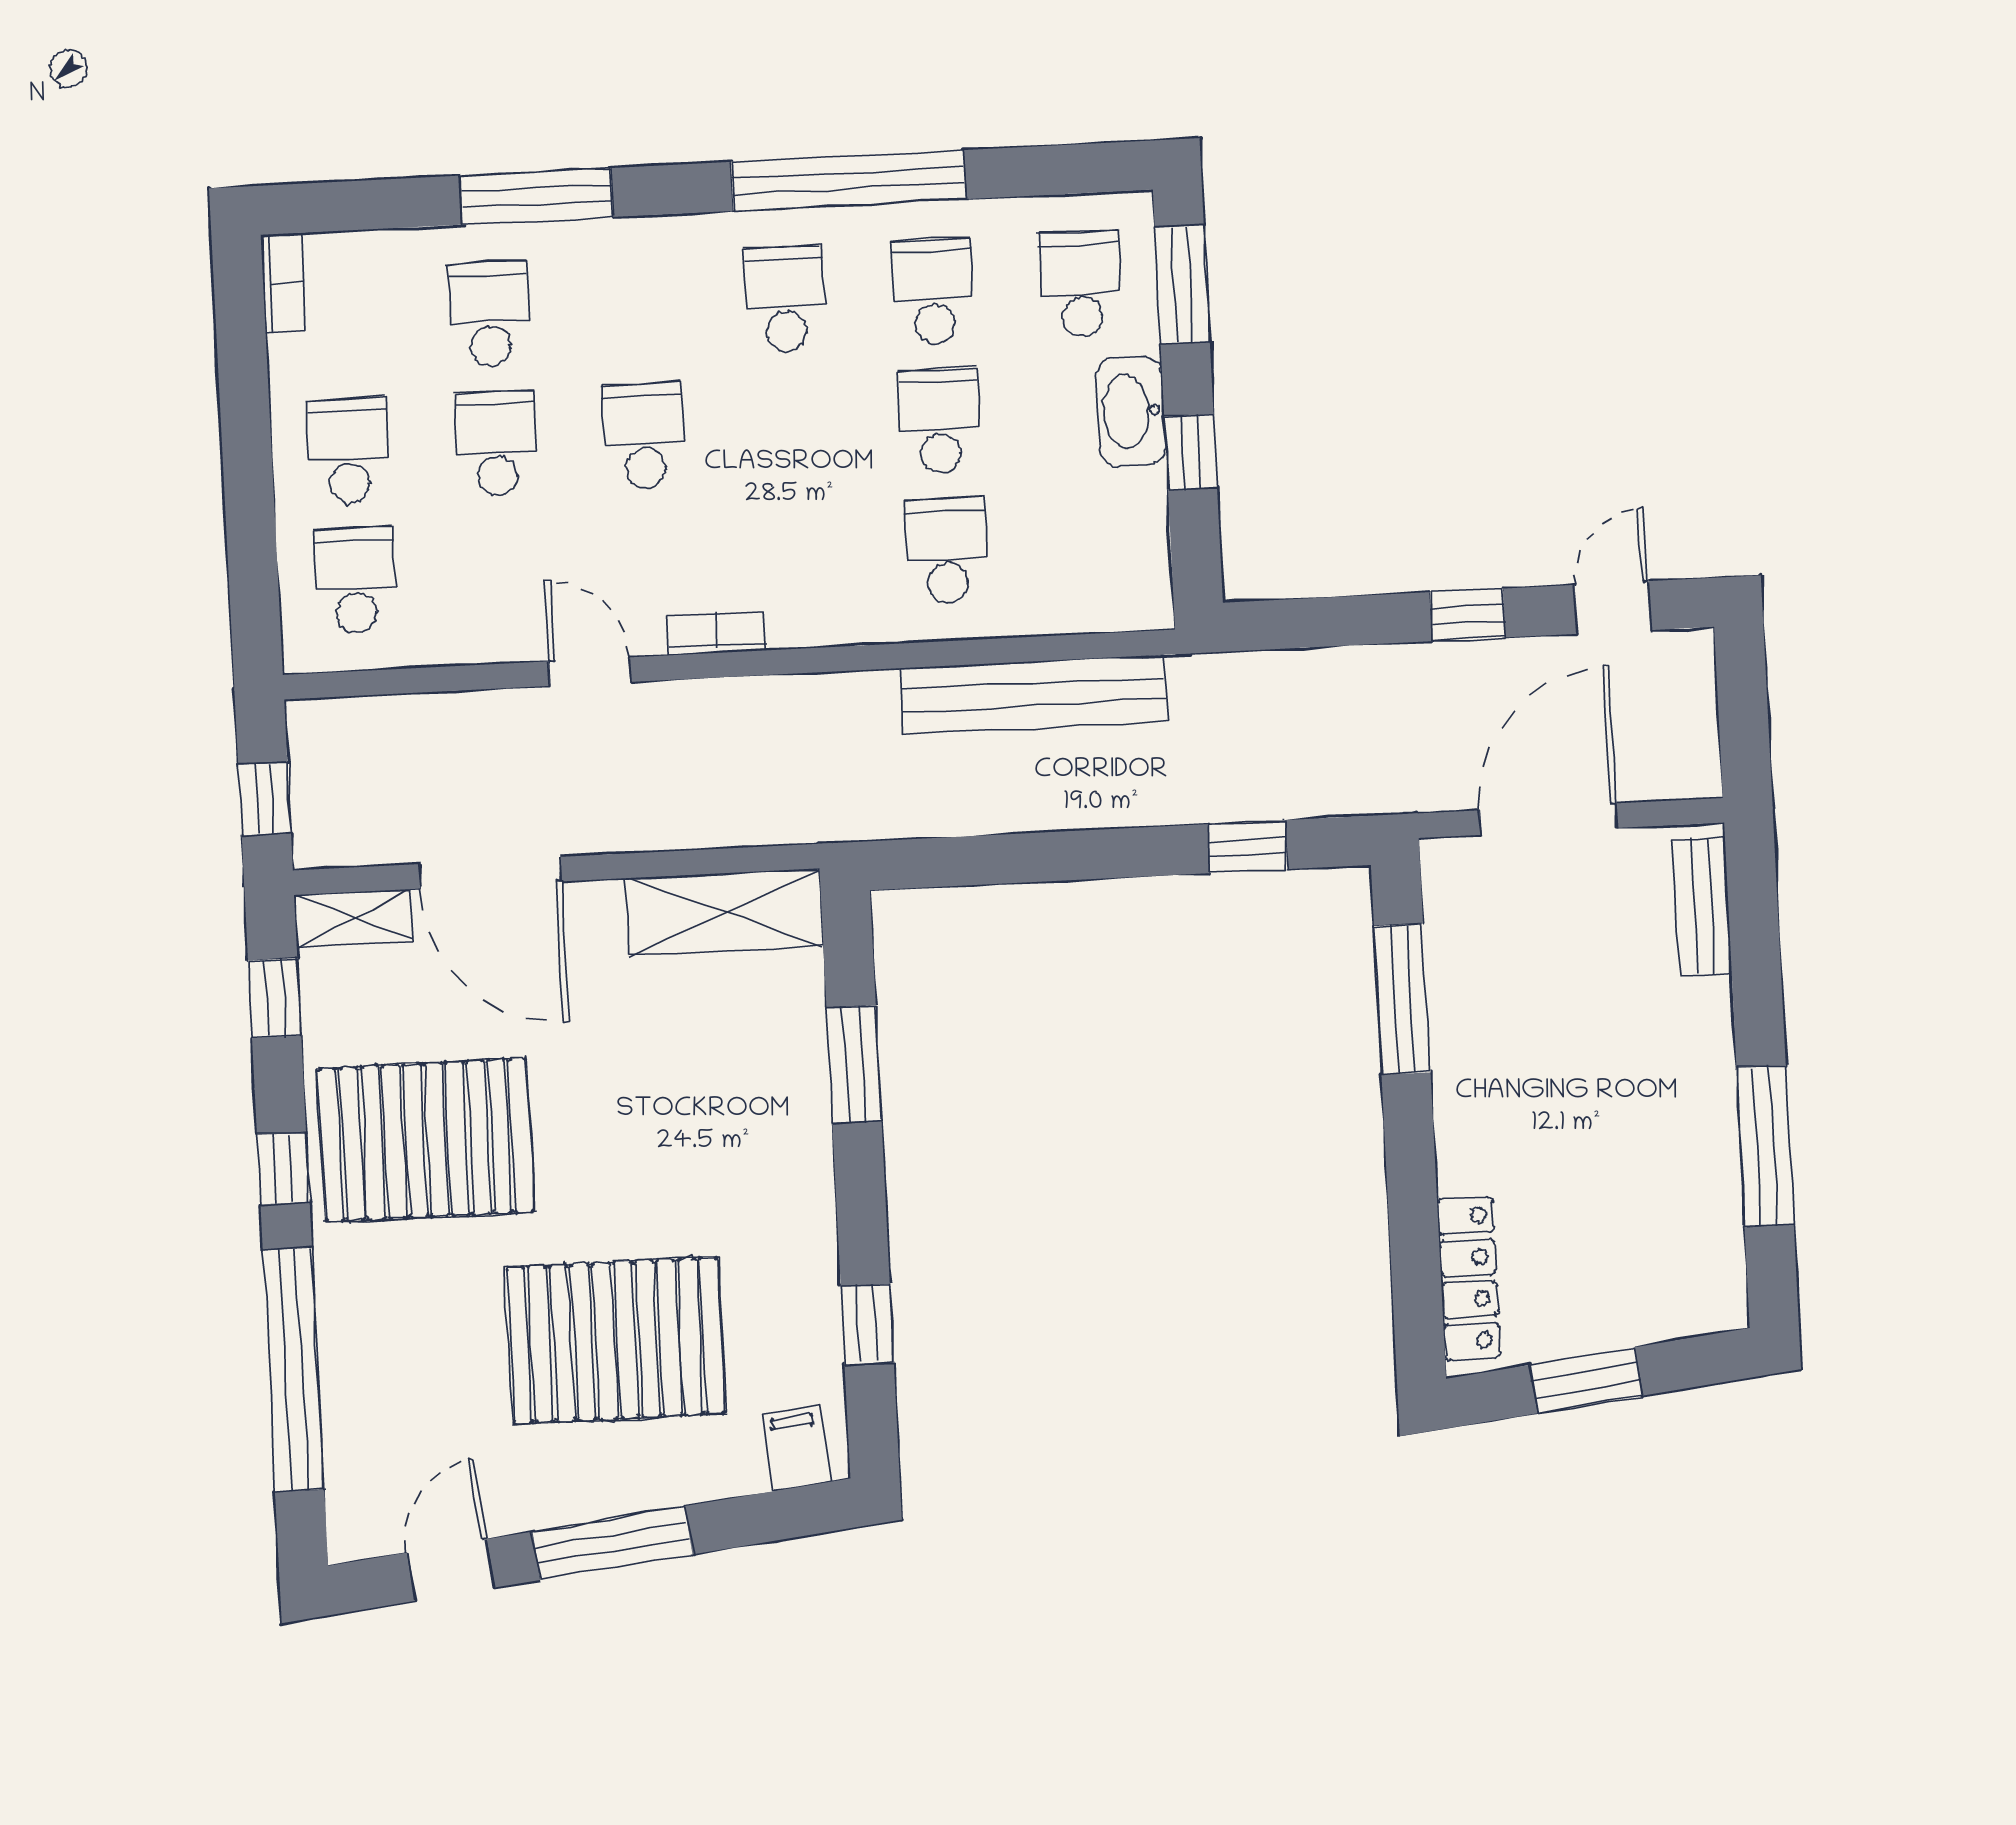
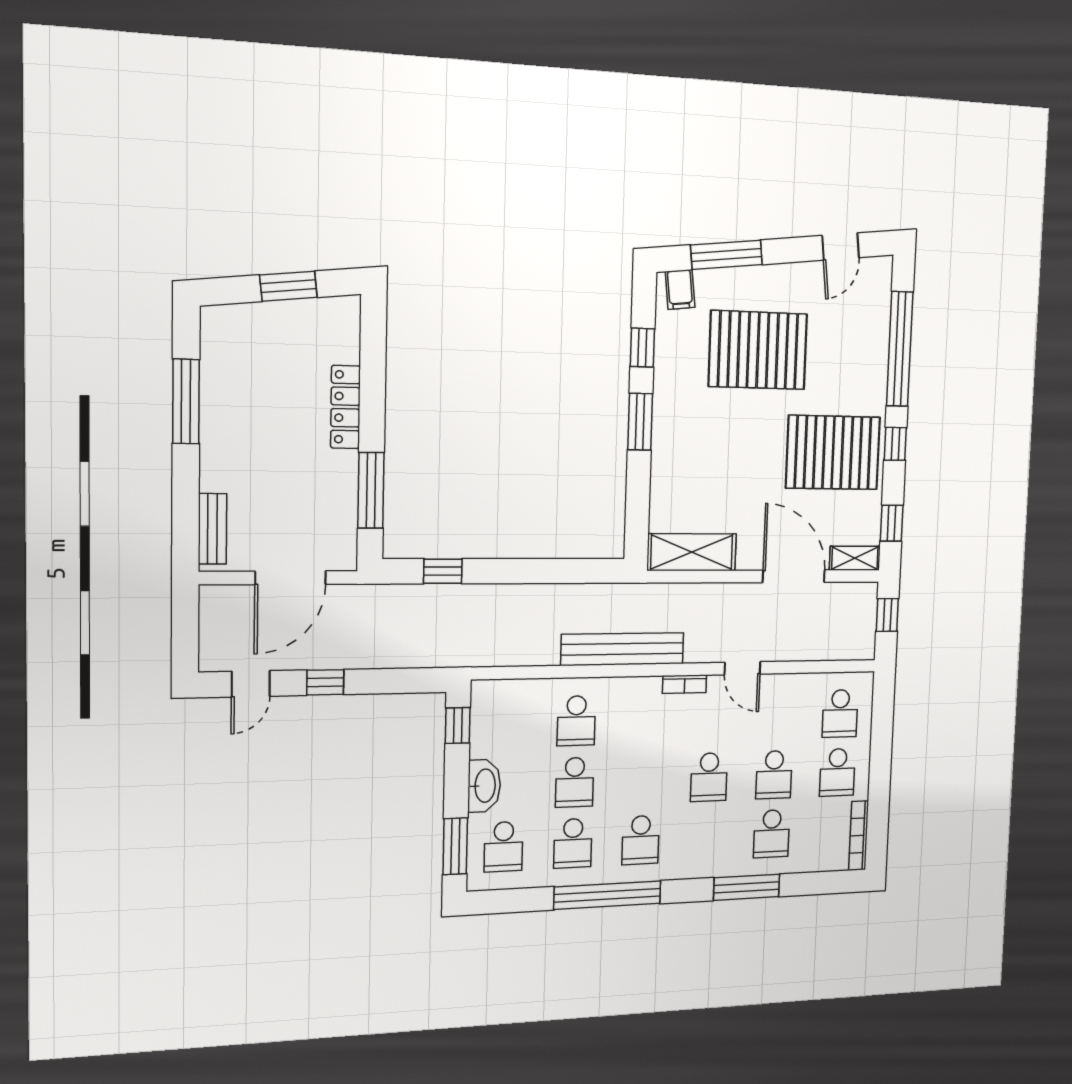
bookcase: (283, 283) -> (859, 836), width x1.56
window: (1191, 452) -> (458, 725), moved
bench: (1034, 694) -> (623, 649), moved
window: (854, 1064) -> (640, 422), moved
locker: (1469, 1278) -> (345, 407), moved
window: (613, 1543) -> (726, 255), moved

